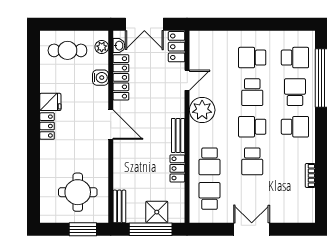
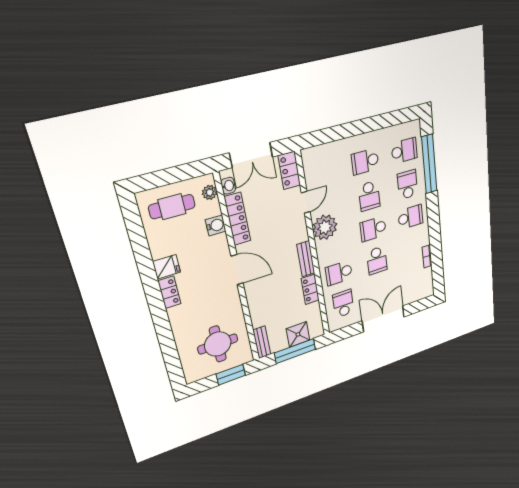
school desk: (210, 161) -> (339, 273), turned 90
double door: (252, 229) -> (383, 319), width x1.37

